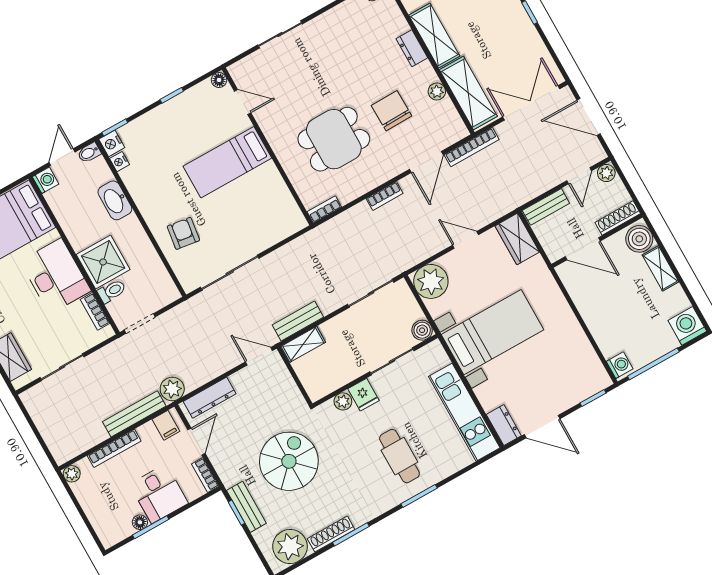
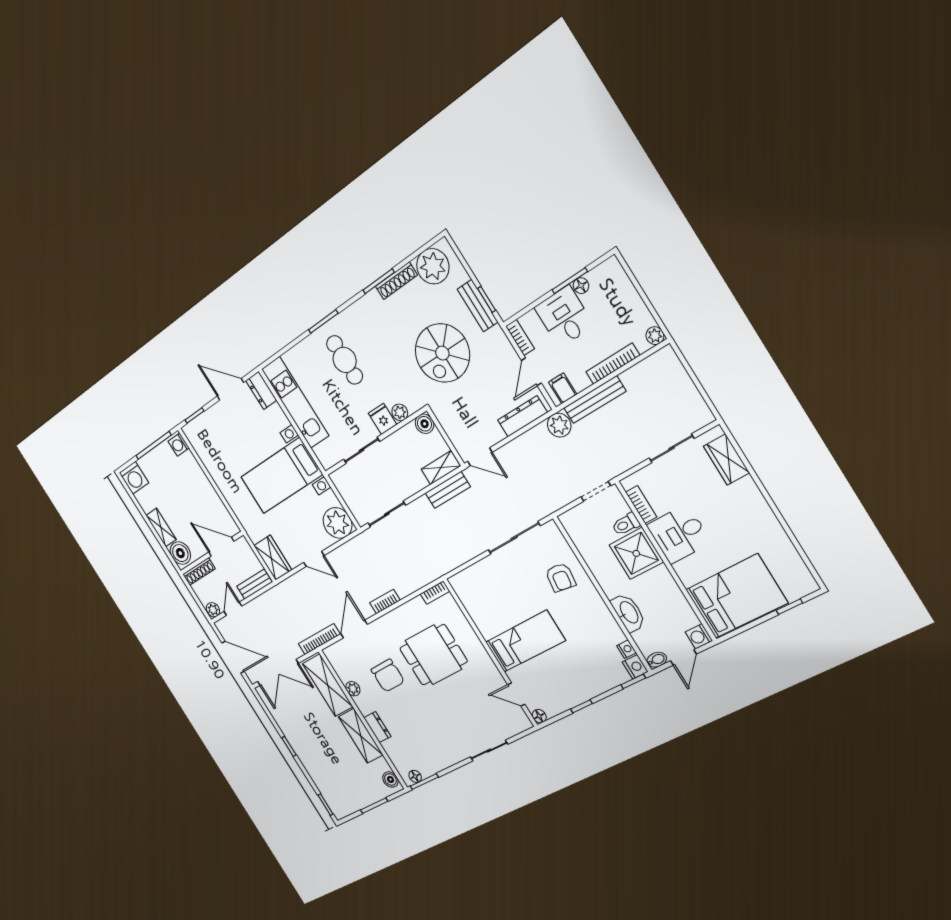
desk: (55, 276) -> (679, 534), width x0.73
boiler: (422, 330) -> (425, 424), moved

